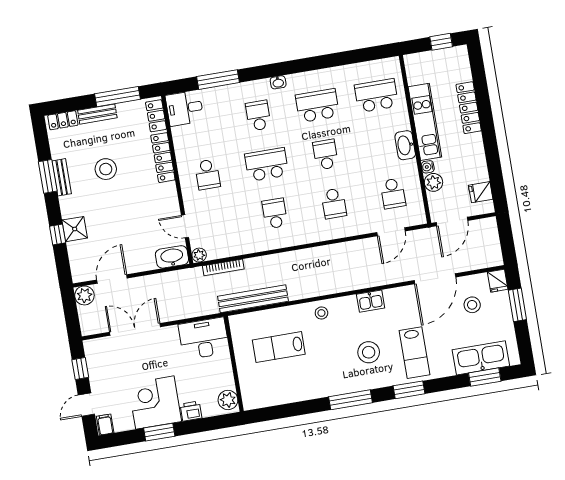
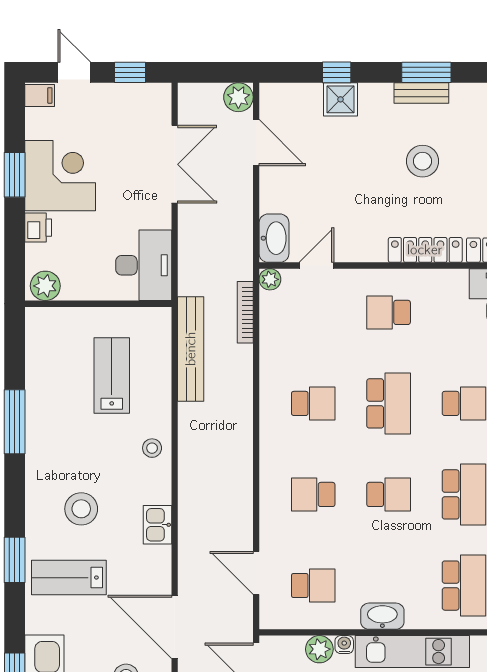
school desk: (393, 193) -> (313, 586), turned 180
window: (351, 400) -> (15, 422), moved

